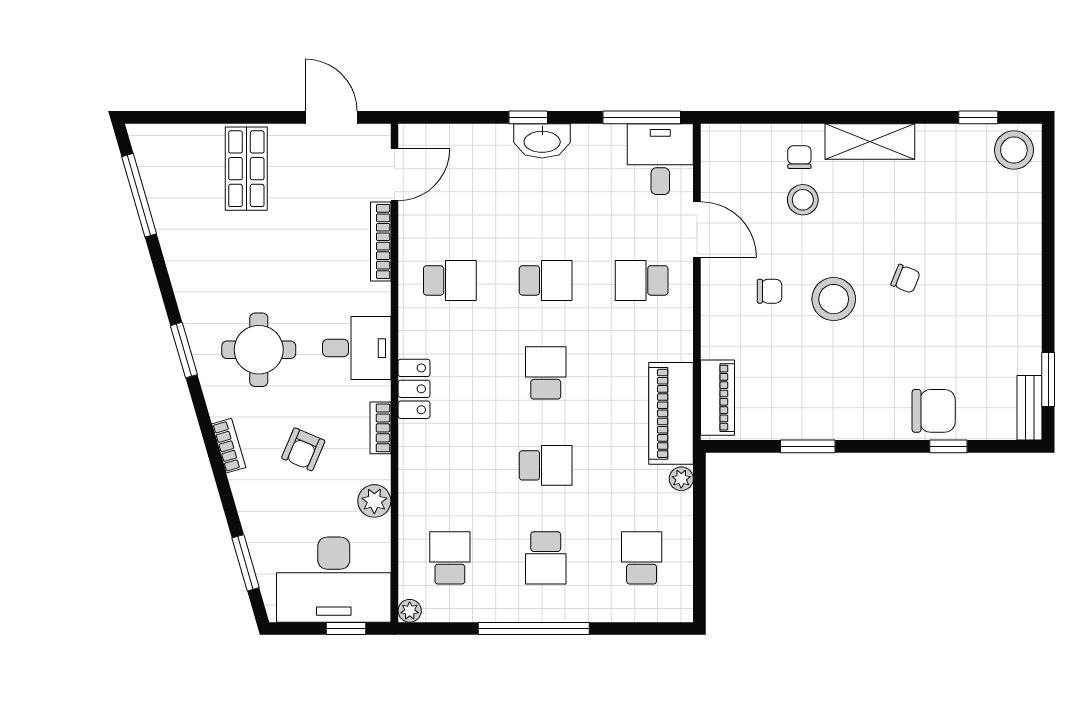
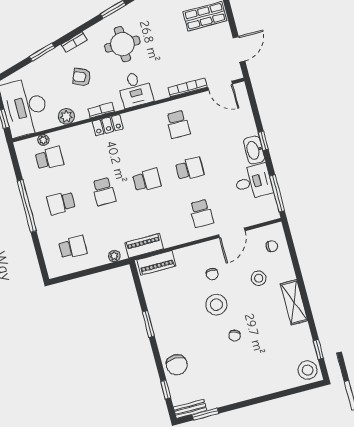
chair: (799, 157) -> (272, 246), moved
desk: (660, 159) -> (253, 182), moved
school desk: (546, 280) -> (190, 169), turned -90
school desk: (642, 280) -> (201, 213), turned 180
locker: (414, 389) -> (108, 125), moved
piano: (671, 413) -> (144, 246), width x0.73, depth x0.75
window: (808, 446) -> (148, 324), moved
window: (948, 446) -> (166, 390), moved
window: (246, 563) -> (42, 52), moved
plant: (410, 611) -> (43, 140), moved

